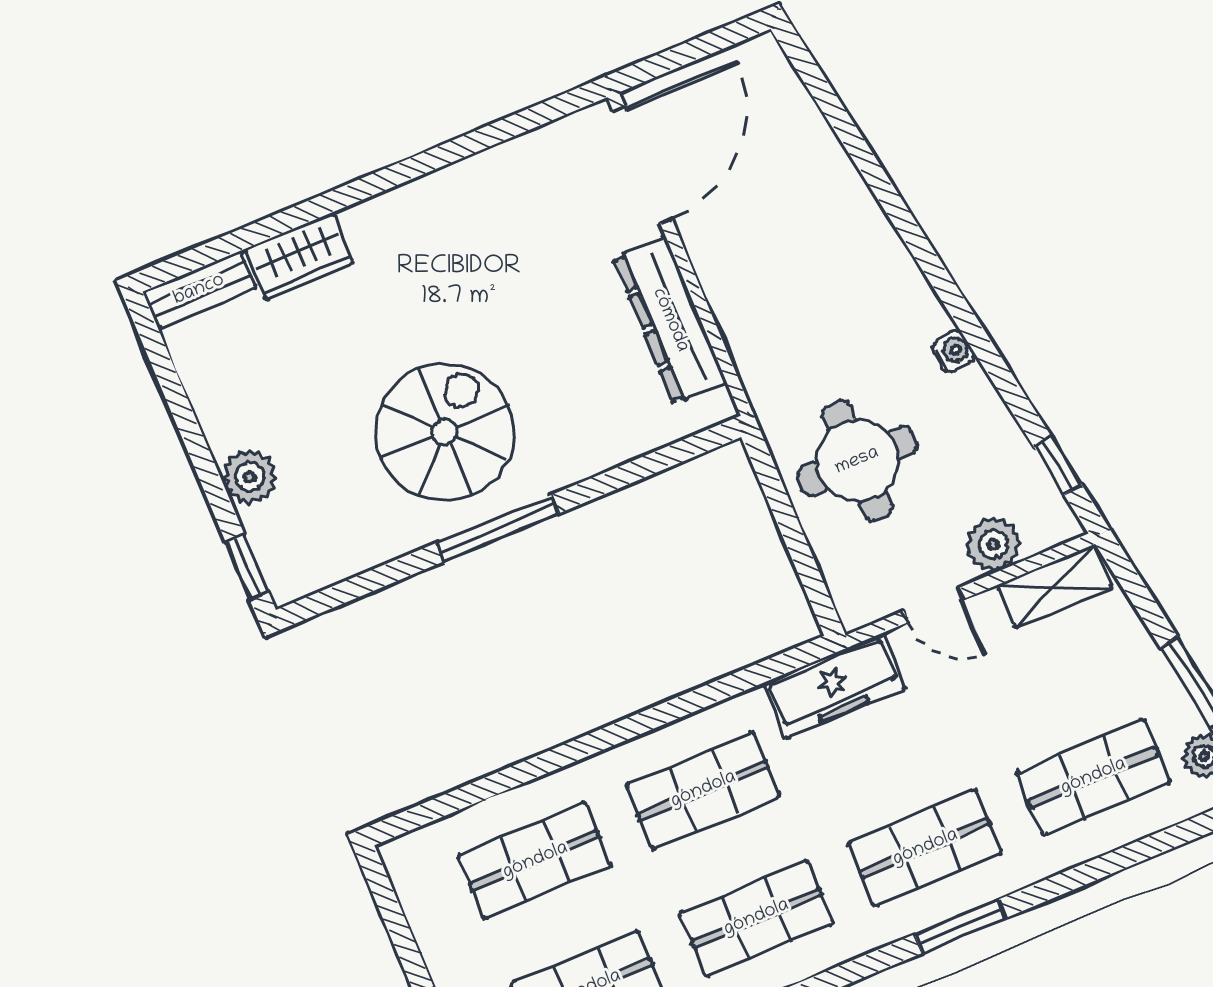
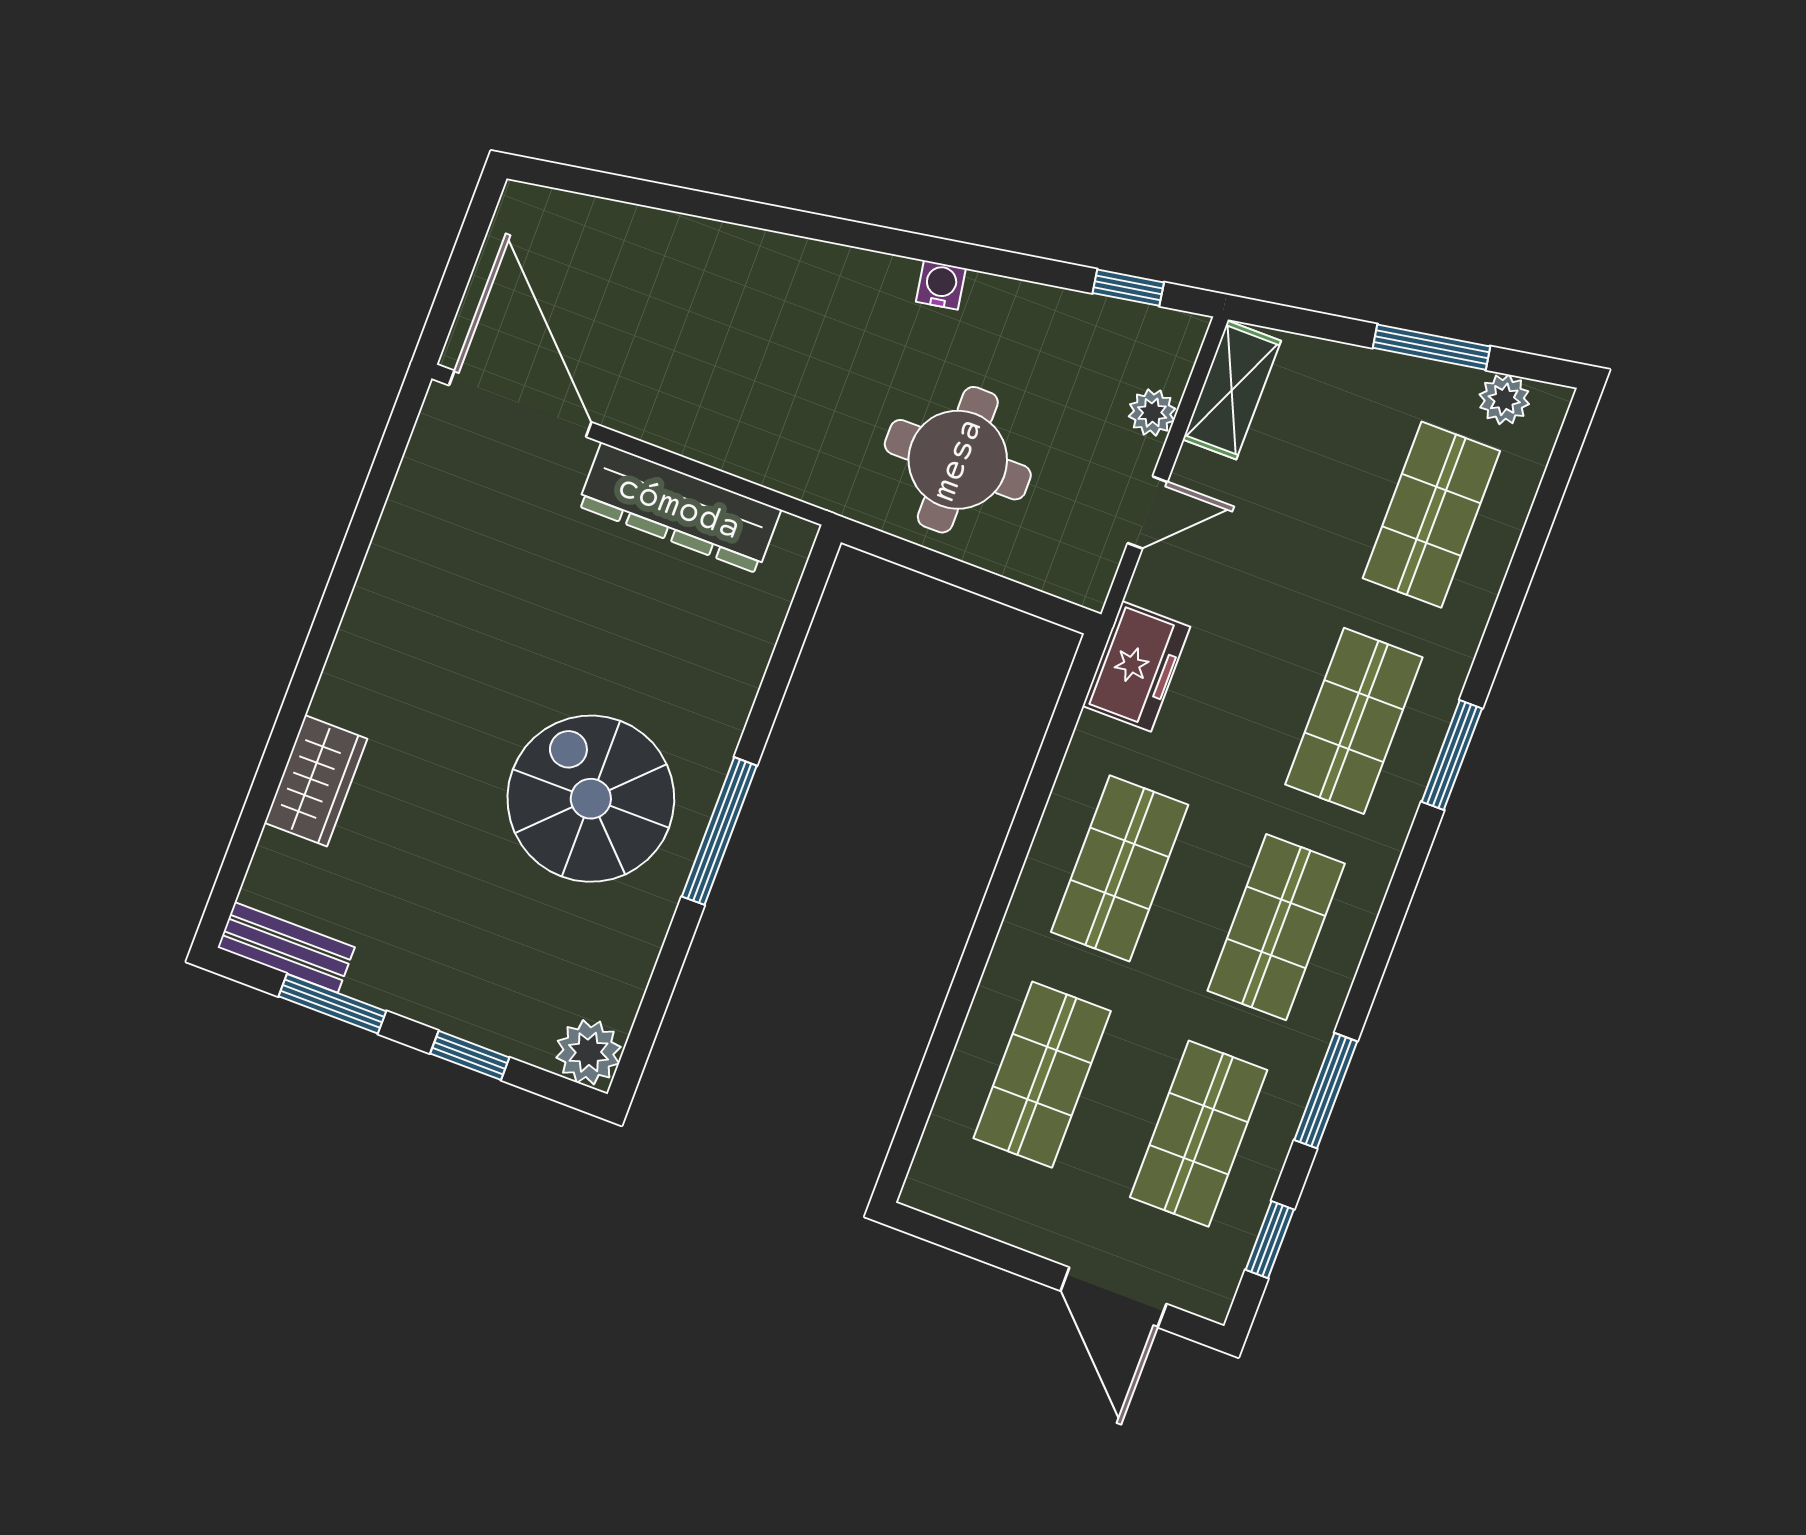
bench: (199, 290) -> (286, 947), moved, turned 90
window: (174, 393) -> (332, 1004), added
plant: (250, 477) -> (588, 1052), moved
plant: (993, 544) -> (1152, 413), width x0.73, depth x0.73
window: (247, 567) -> (470, 1055), moved
freezer: (834, 686) -> (1136, 666), width x0.71

